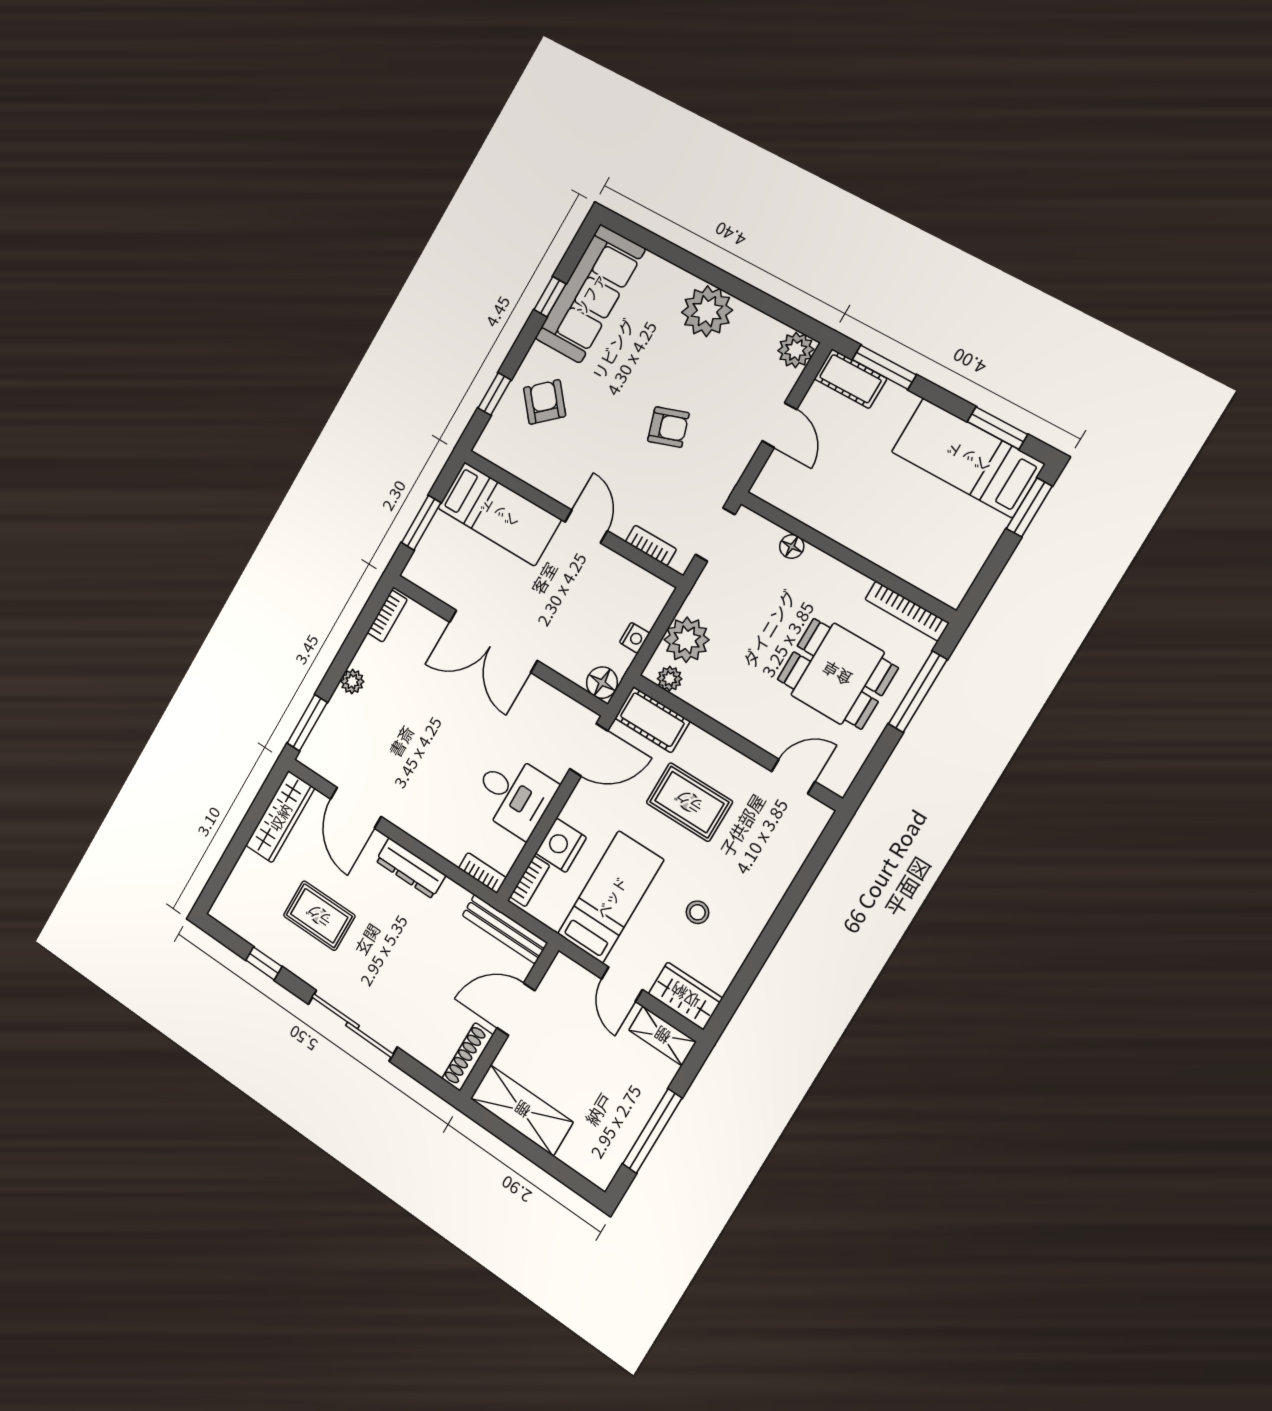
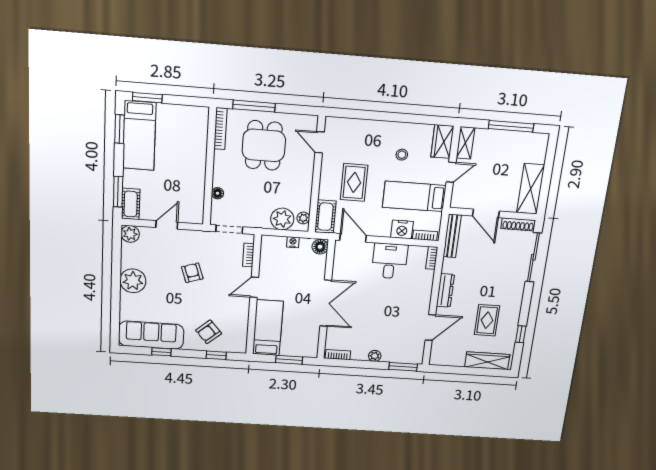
wardrobe: (280, 817) -> (487, 361), moved
sliding door: (352, 1025) -> (533, 257), moved

